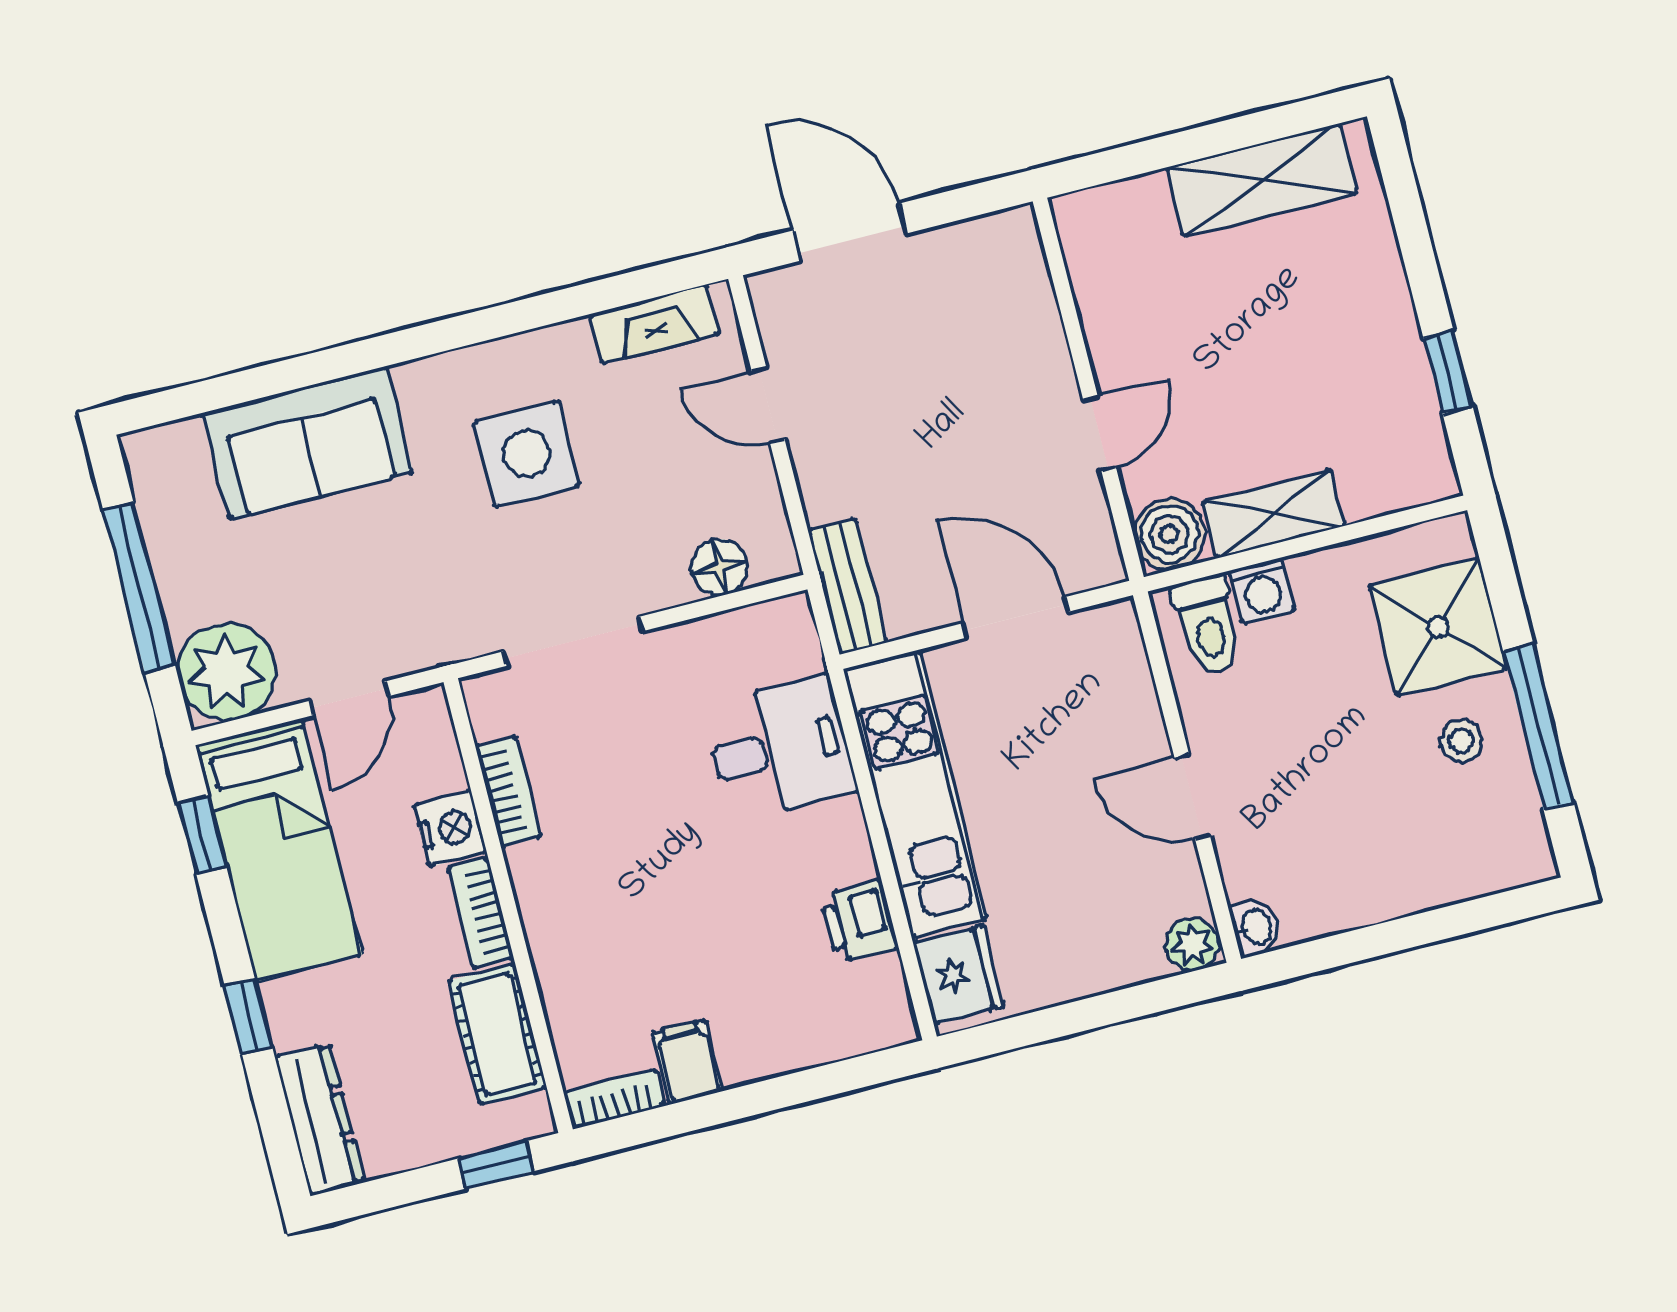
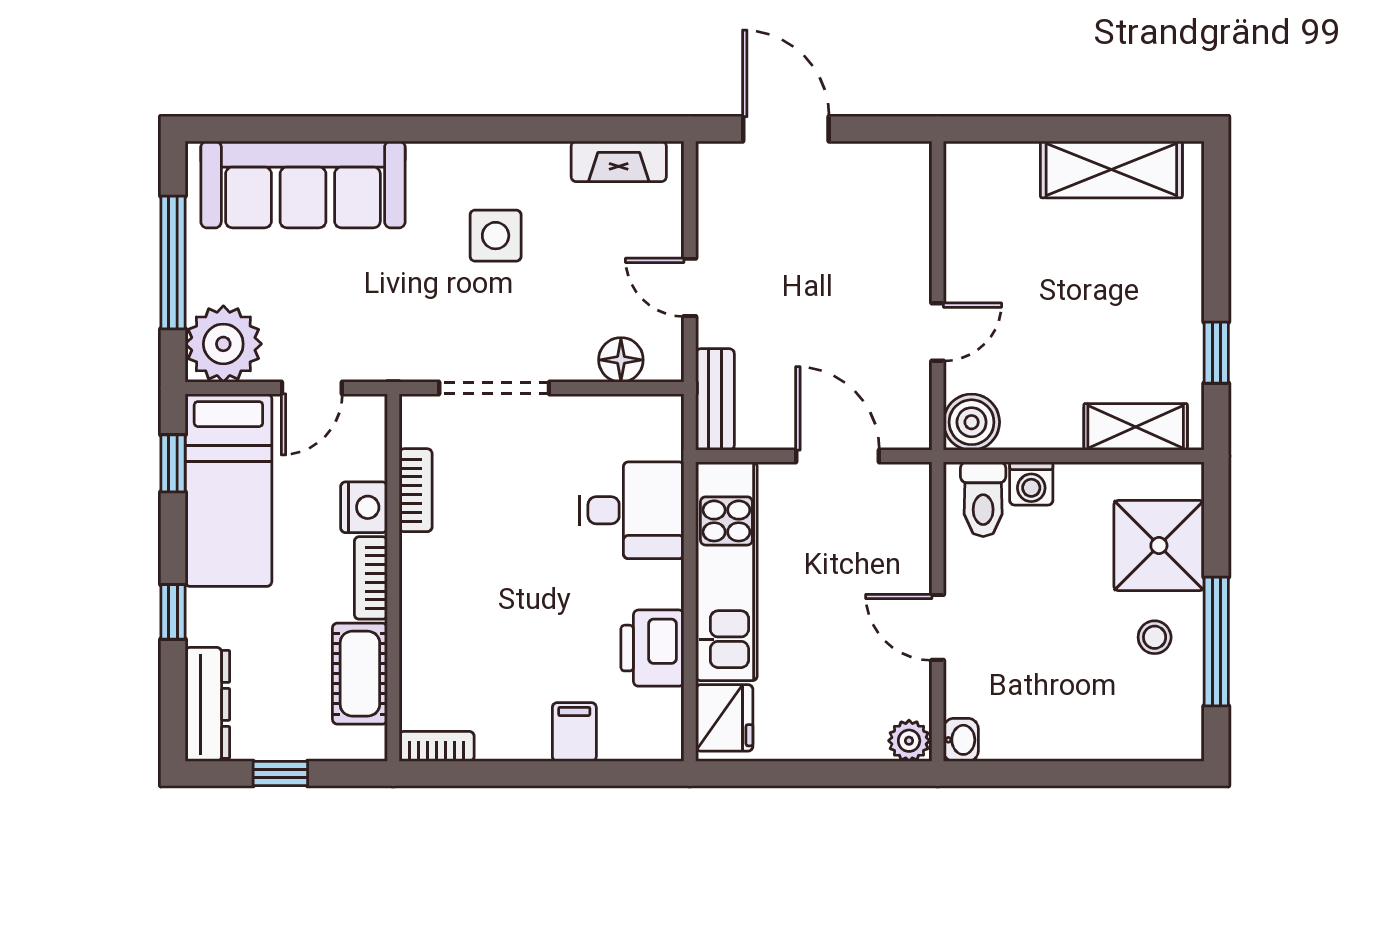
door: (768, 405) -> (690, 287), moved
sofa: (308, 443) -> (303, 184), width x1.36
side table: (527, 454) -> (496, 236), width x0.73, depth x0.73
shelving: (1274, 514) -> (1136, 427), moved
printer: (859, 922) -> (652, 648), width x1.36, depth x1.24
filing cabinet: (688, 1062) -> (574, 732), moved
window: (496, 1165) -> (280, 774), moved

